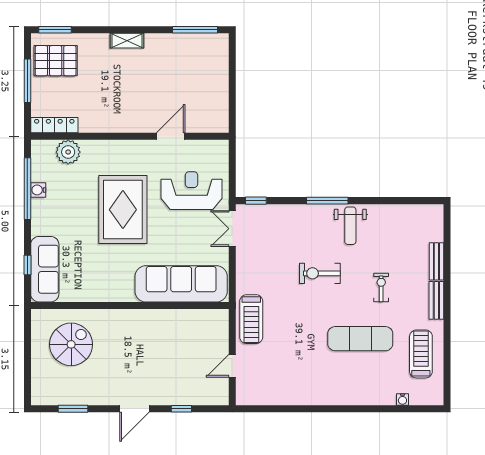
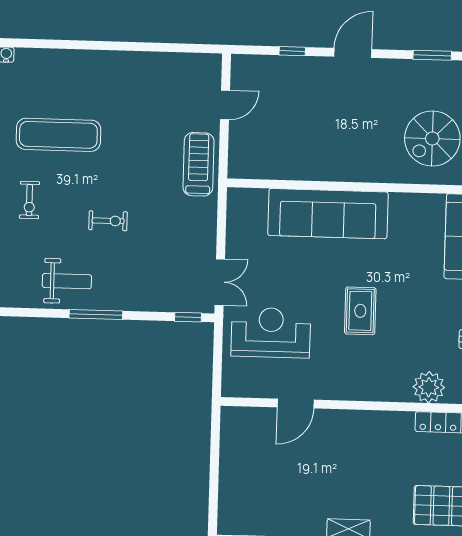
reception desk: (192, 191) -> (271, 333), turned 180
rug: (123, 210) -> (360, 311), width x0.54, depth x0.49
weight bench: (350, 226) -> (67, 281), turned 90
exercise bike: (320, 273) -> (108, 221), width x0.73, depth x0.72
sofa: (181, 284) -> (328, 214), moved

